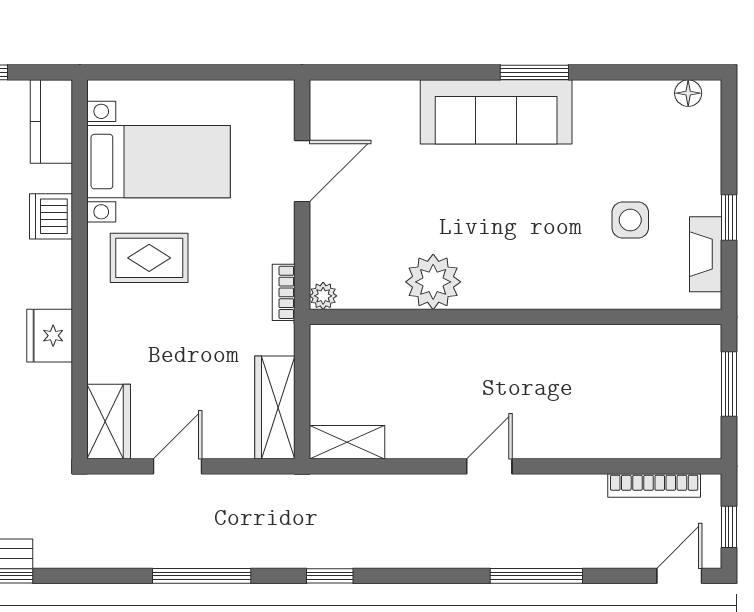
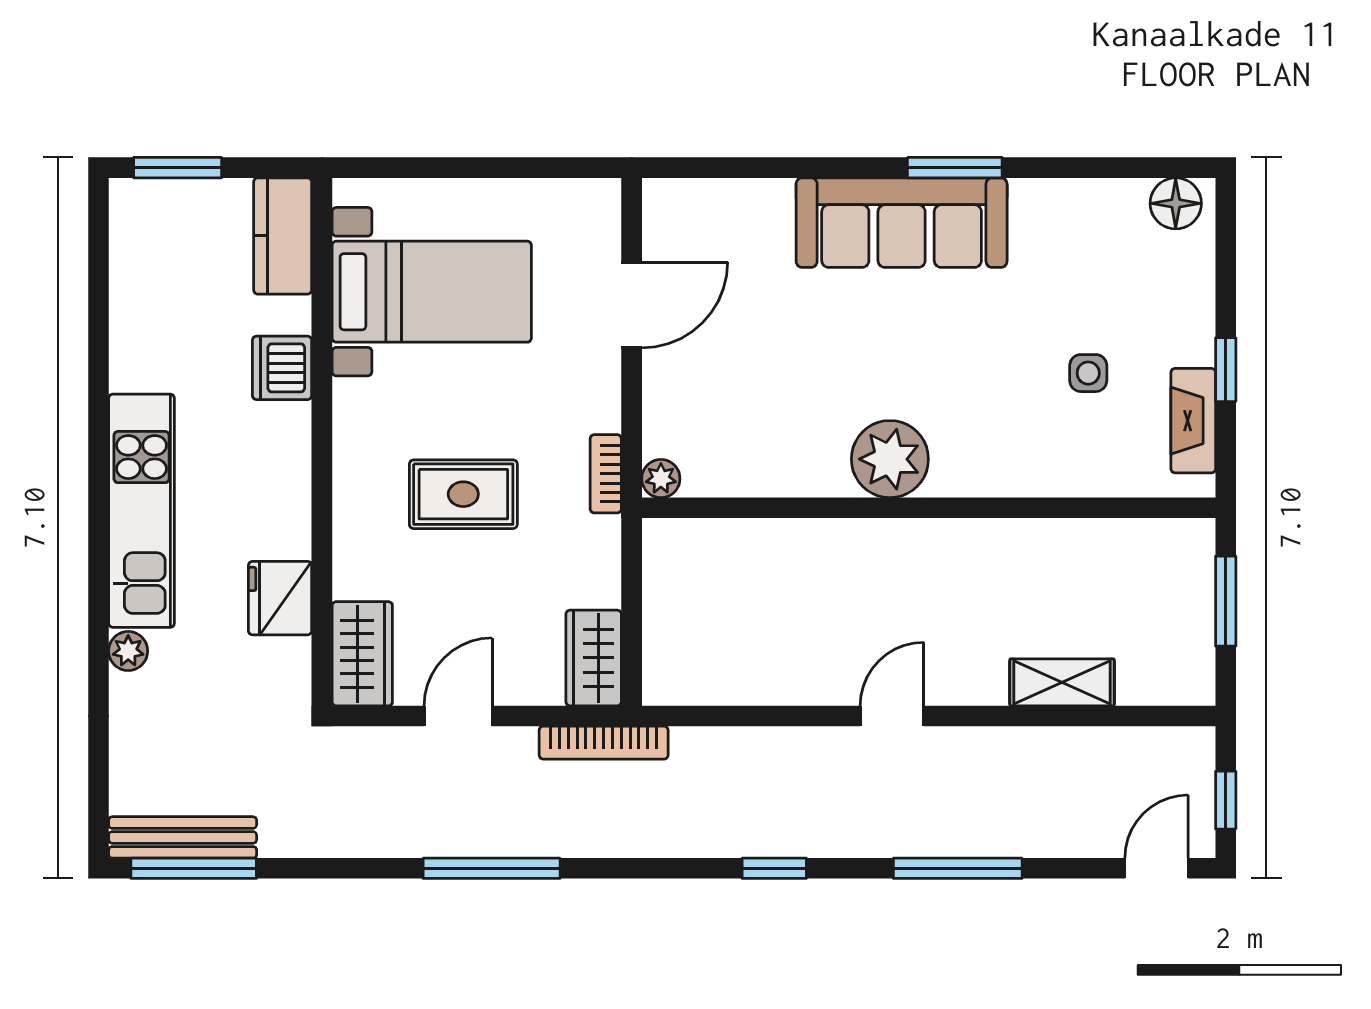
floor lamp: (688, 93) -> (1176, 203), width x1.37, depth x1.37
side table: (630, 220) -> (1088, 373), width x0.73, depth x0.73
rug: (149, 258) -> (463, 494), moved
plant: (433, 282) -> (890, 459), moved
fridge: (50, 336) -> (280, 598), moved
wardrobe: (275, 408) -> (594, 658), width x0.67
shelving: (347, 442) -> (1062, 682), moved
bookcase: (654, 486) -> (604, 743), moved
window: (330, 576) -> (774, 868), moved

